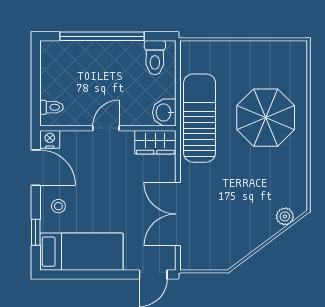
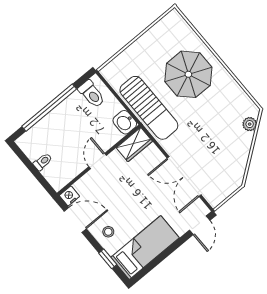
toilet: (51, 107) -> (43, 162), moved
sun lounger: (200, 118) -> (149, 108), turned 180

